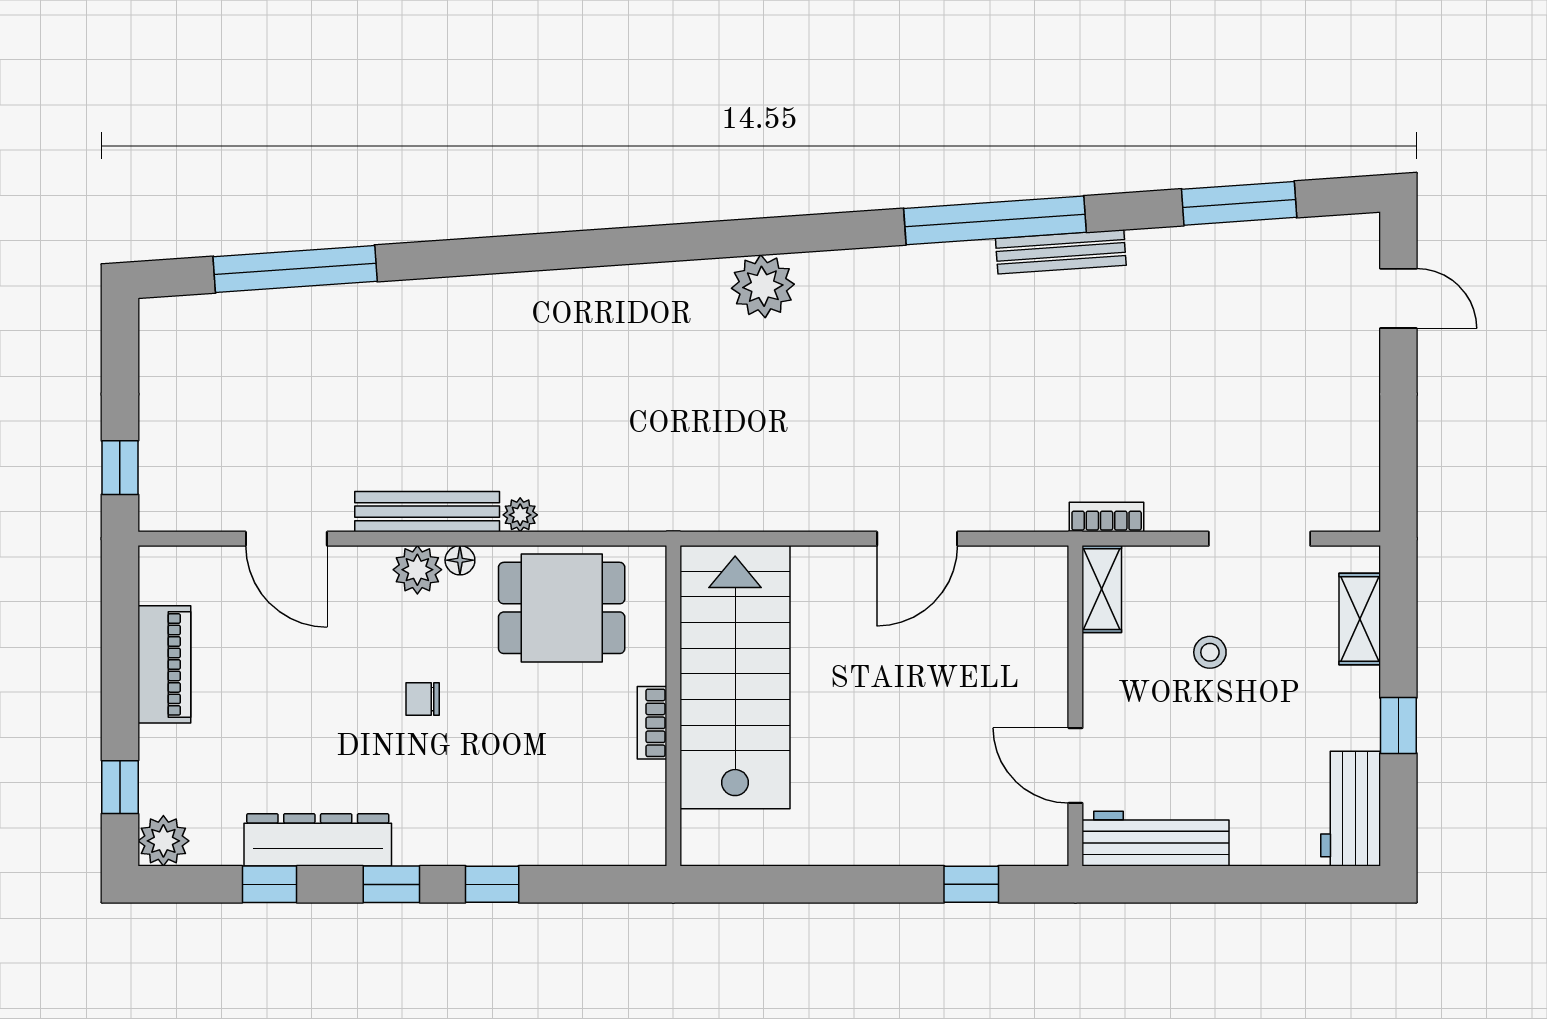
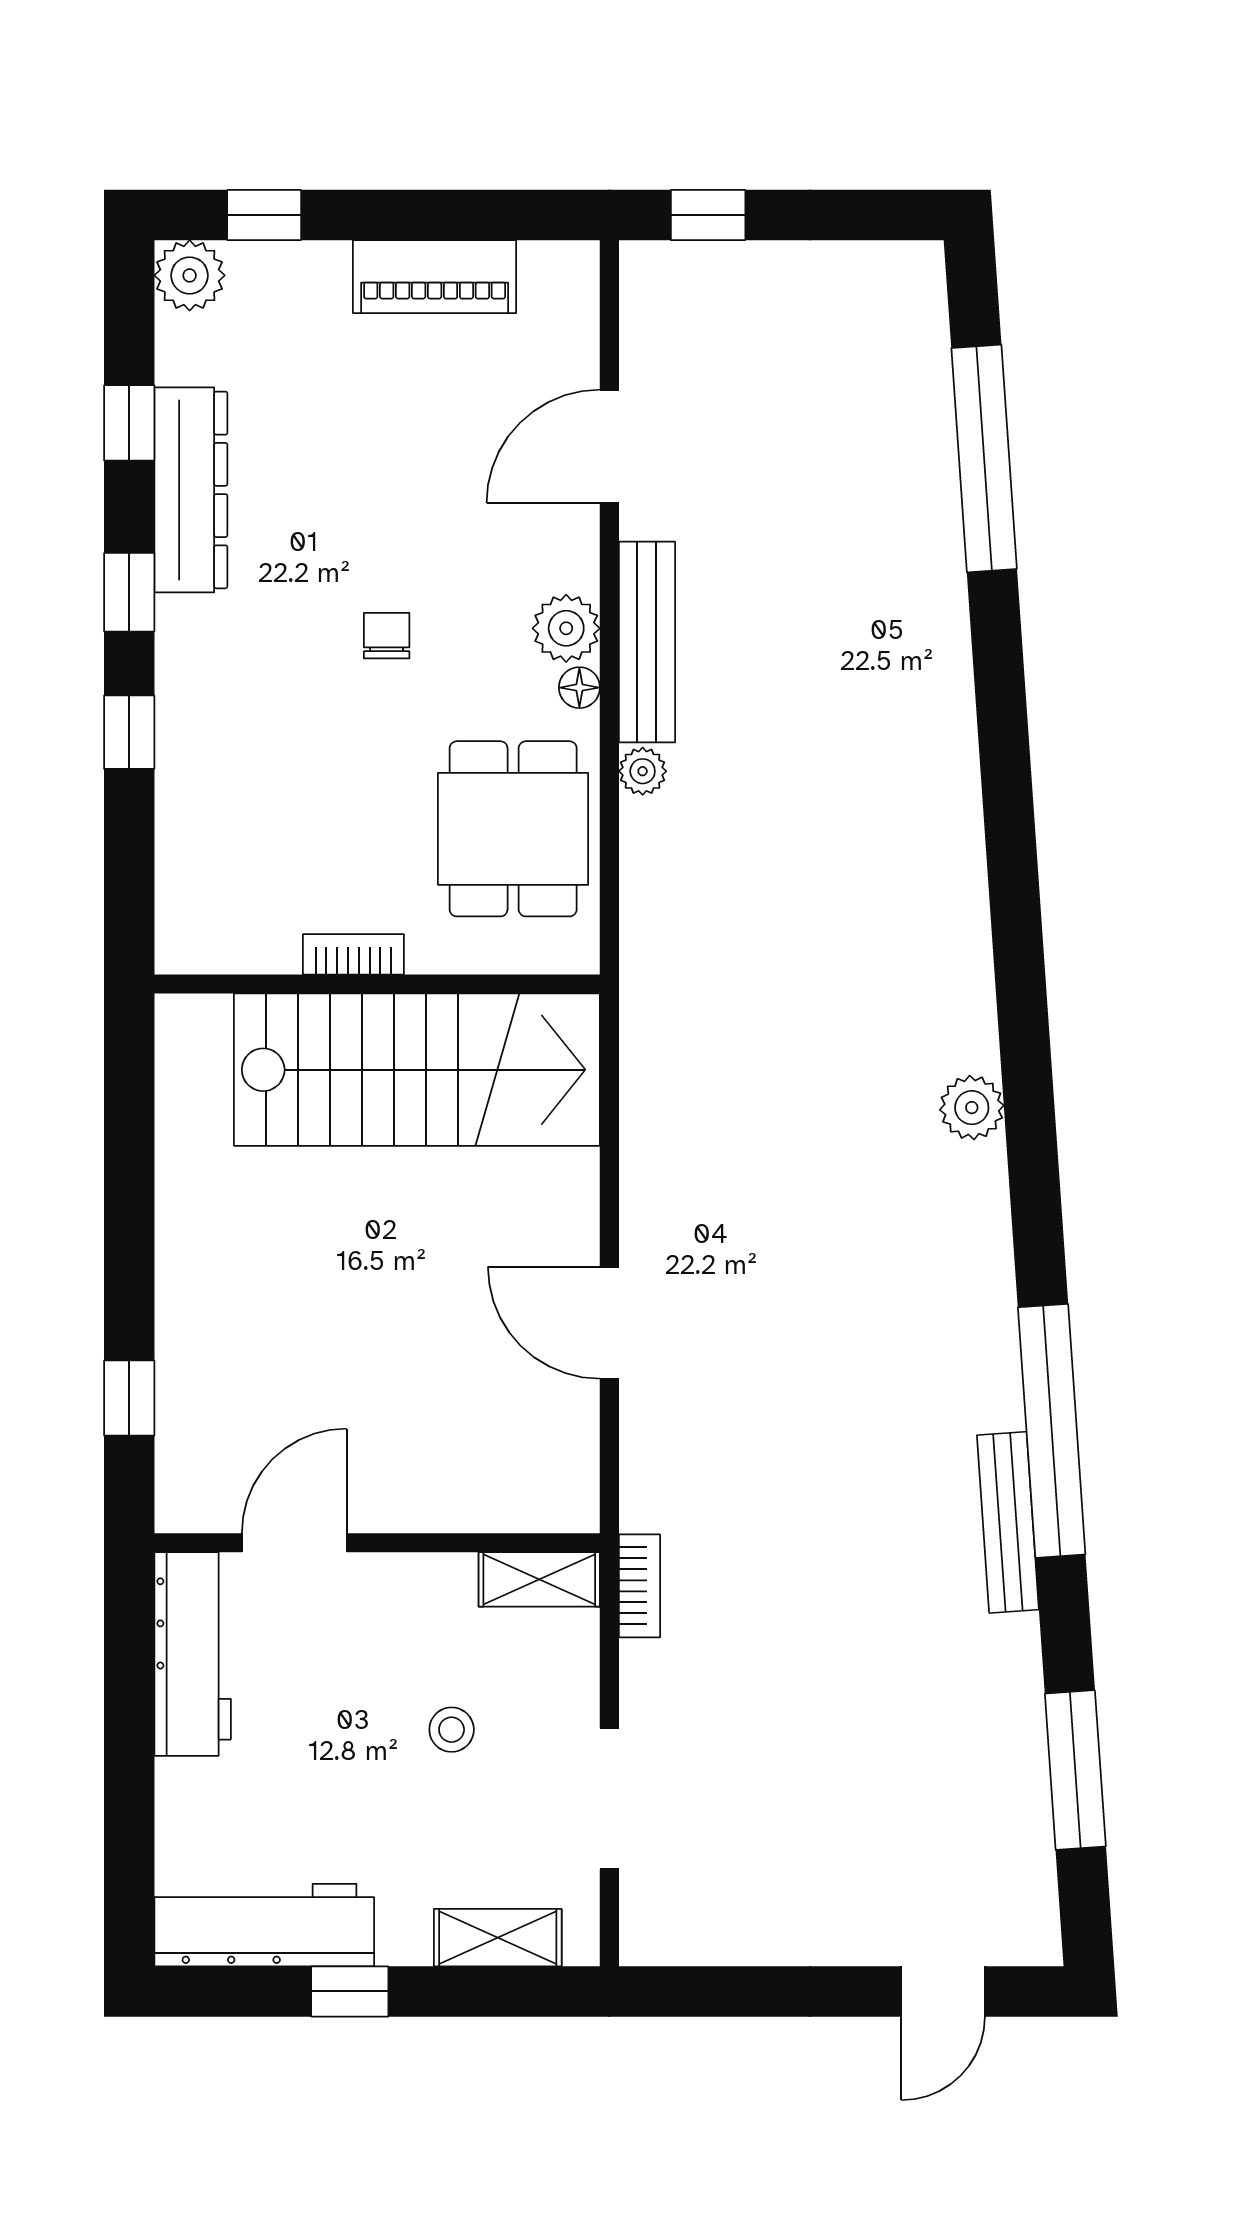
plant: (763, 286) -> (972, 1108), width x0.73, depth x0.73
workbench: (1351, 809) -> (264, 1925), width x1.38

